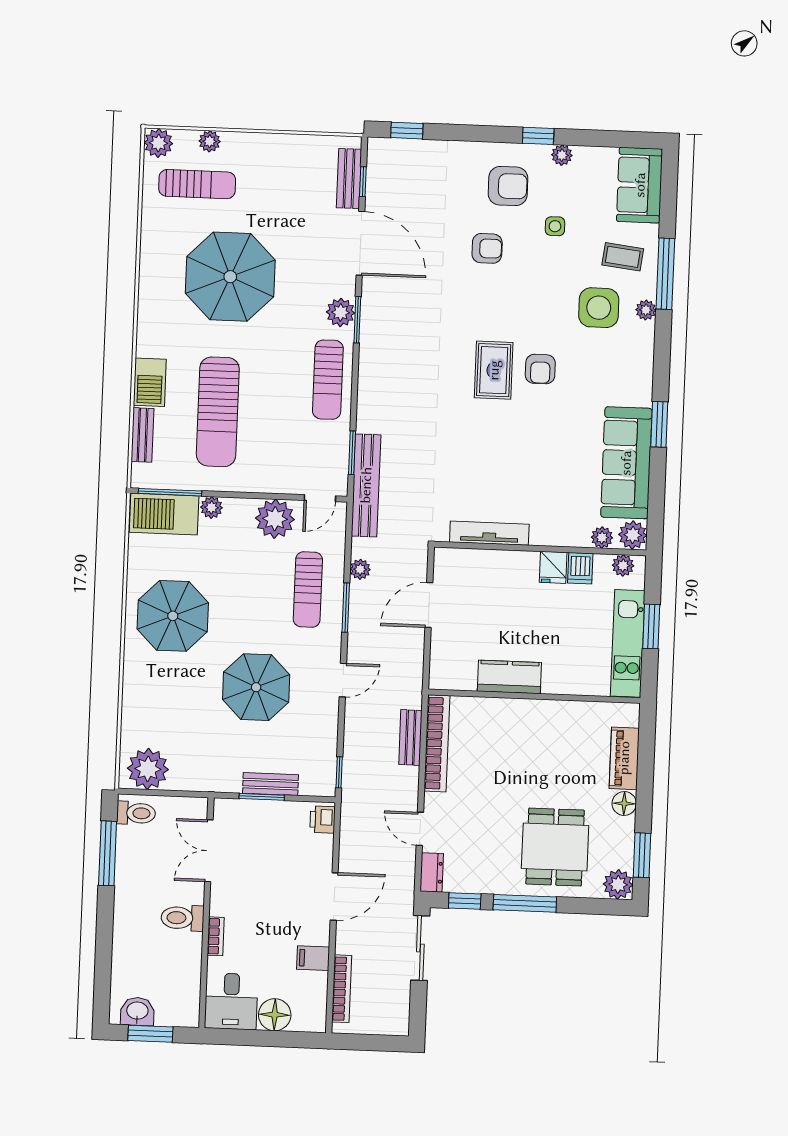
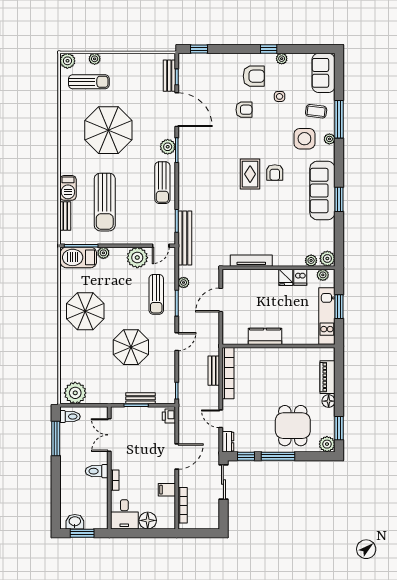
sofa: (626, 463) -> (322, 191), moved

